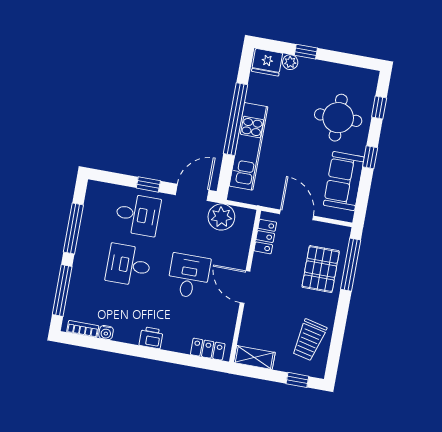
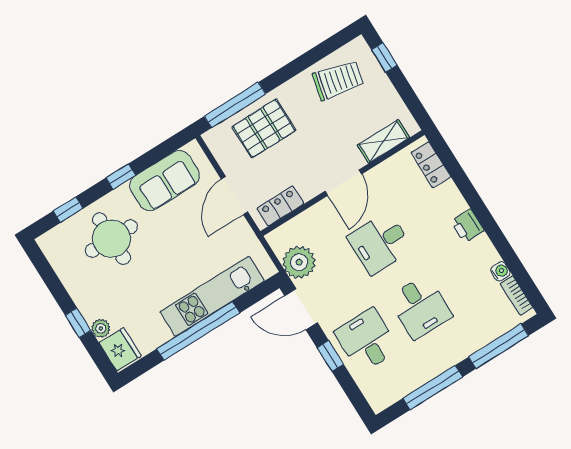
shelving: (254, 357) -> (383, 141), moved, turned 90

